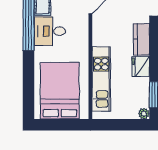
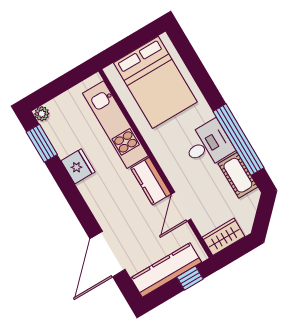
kitchen counter: (141, 39) -> (151, 181), moved, turned 180

